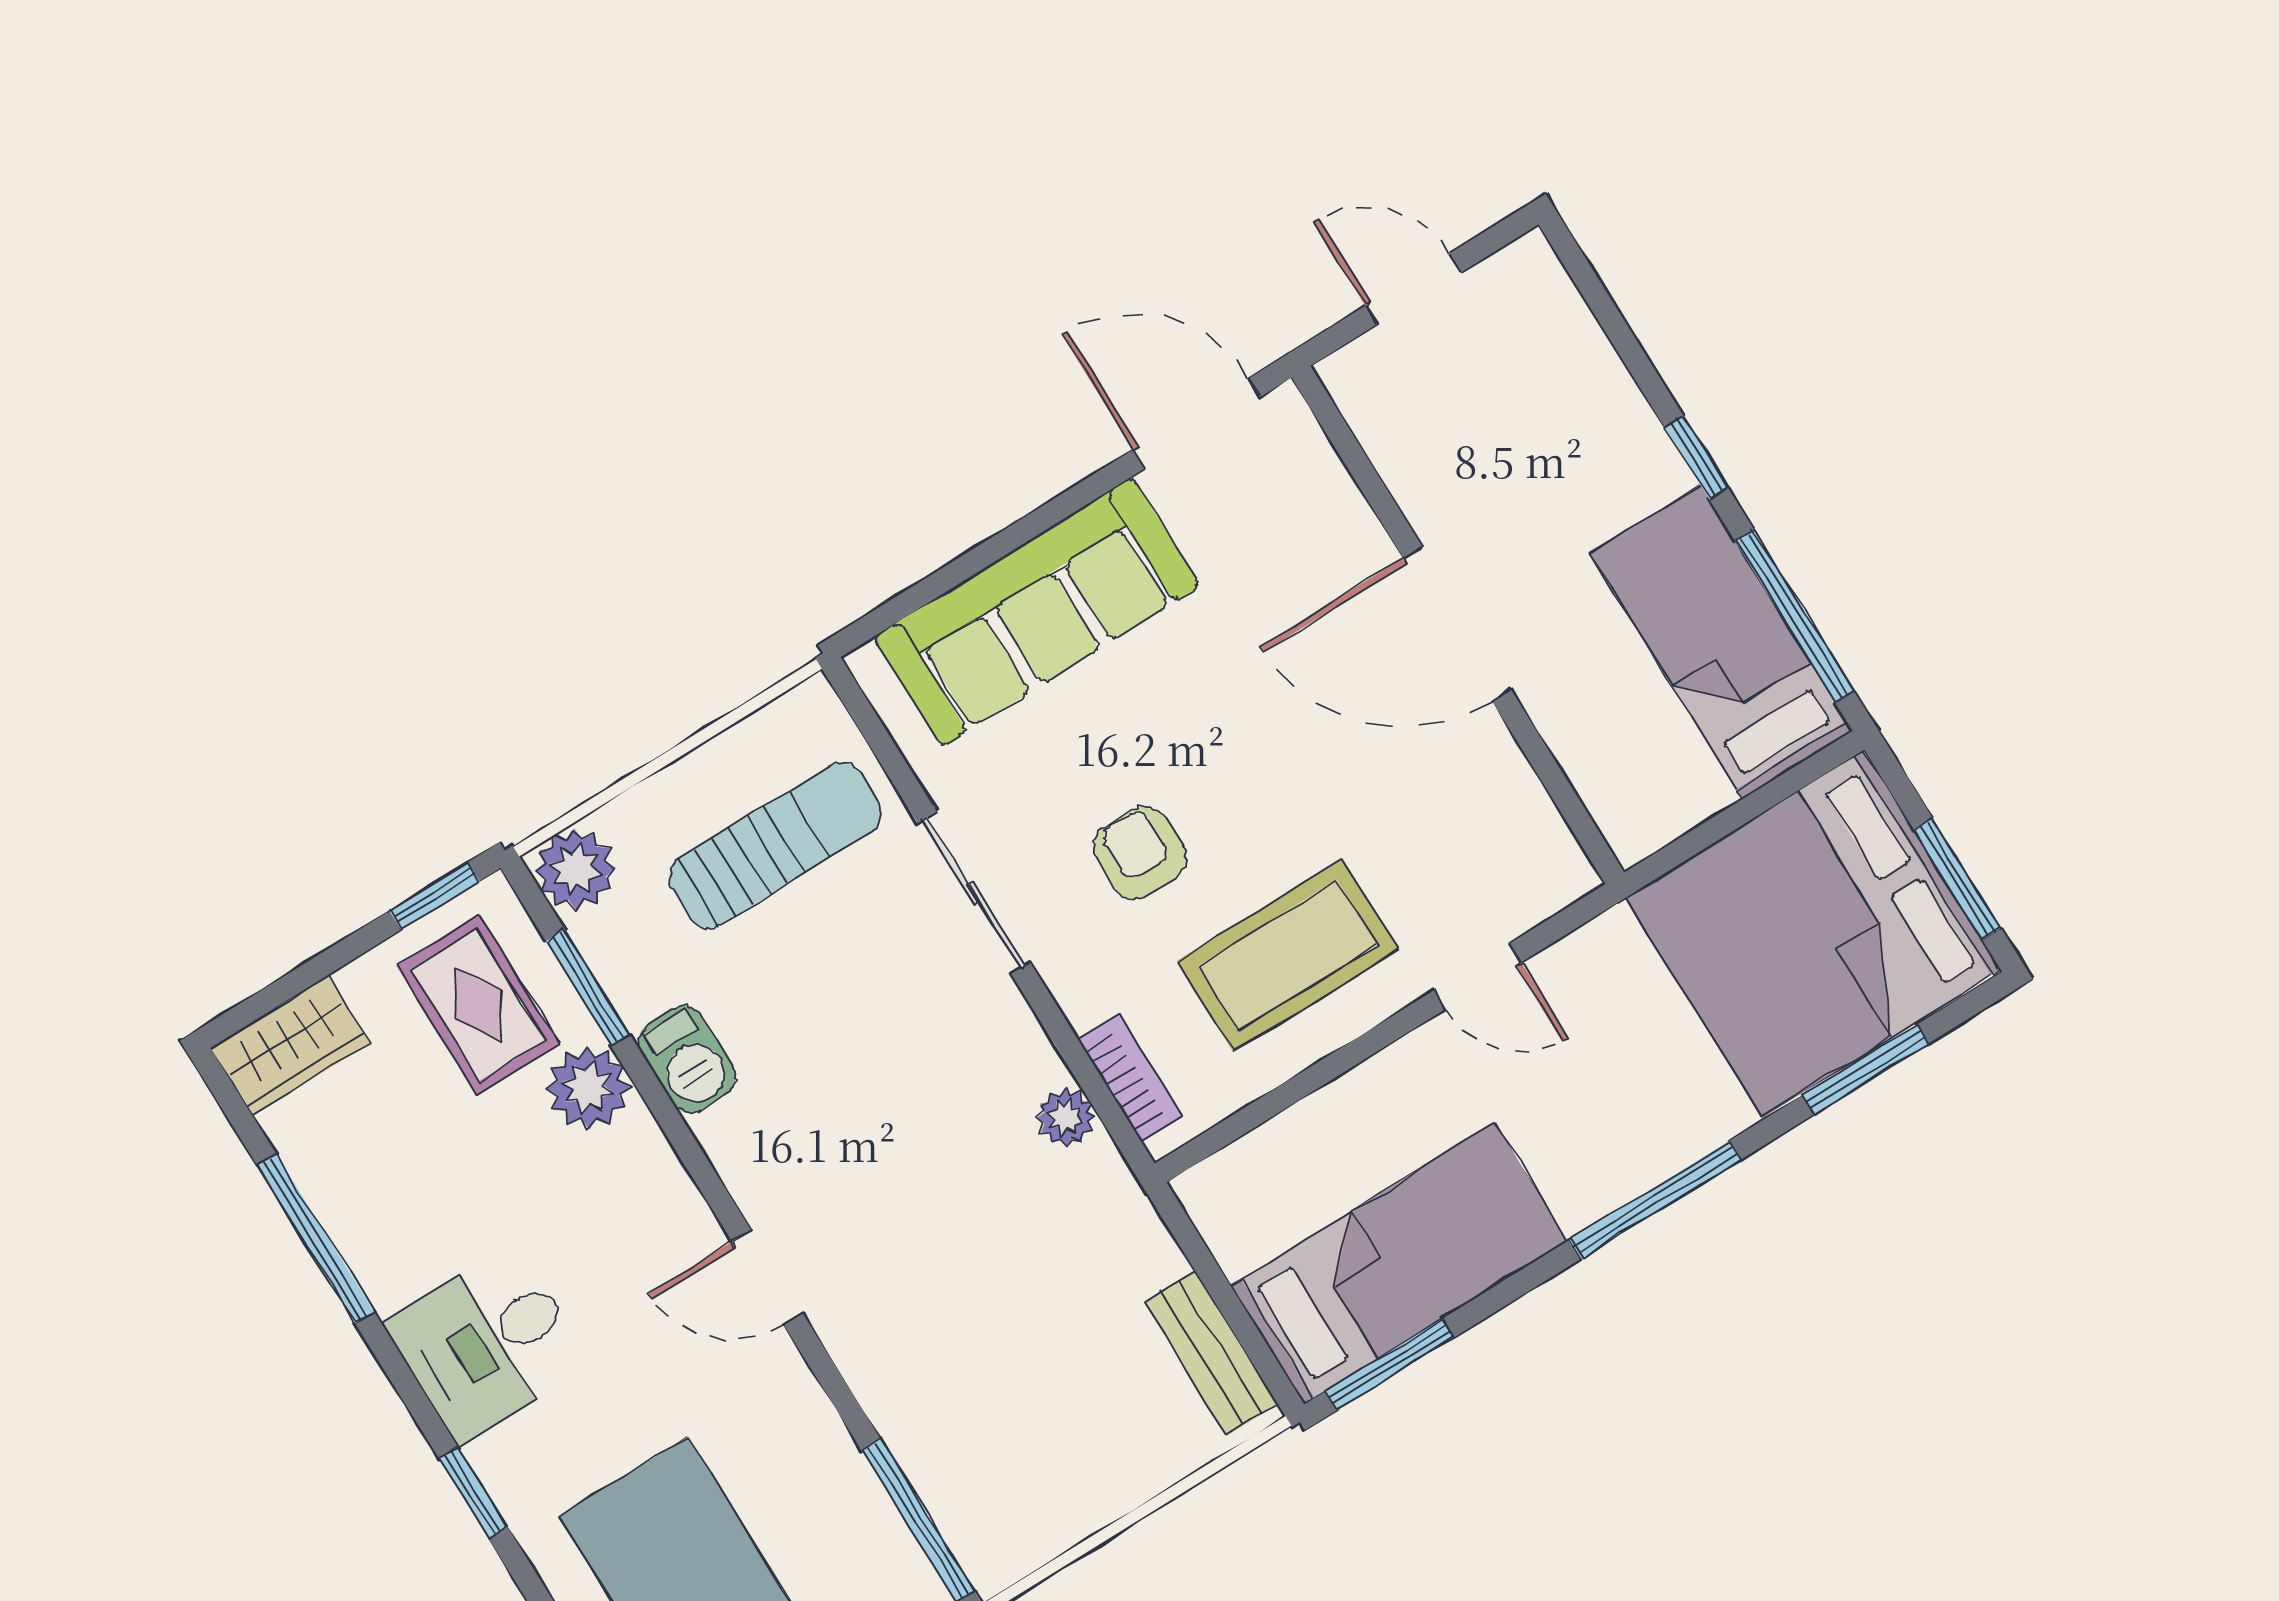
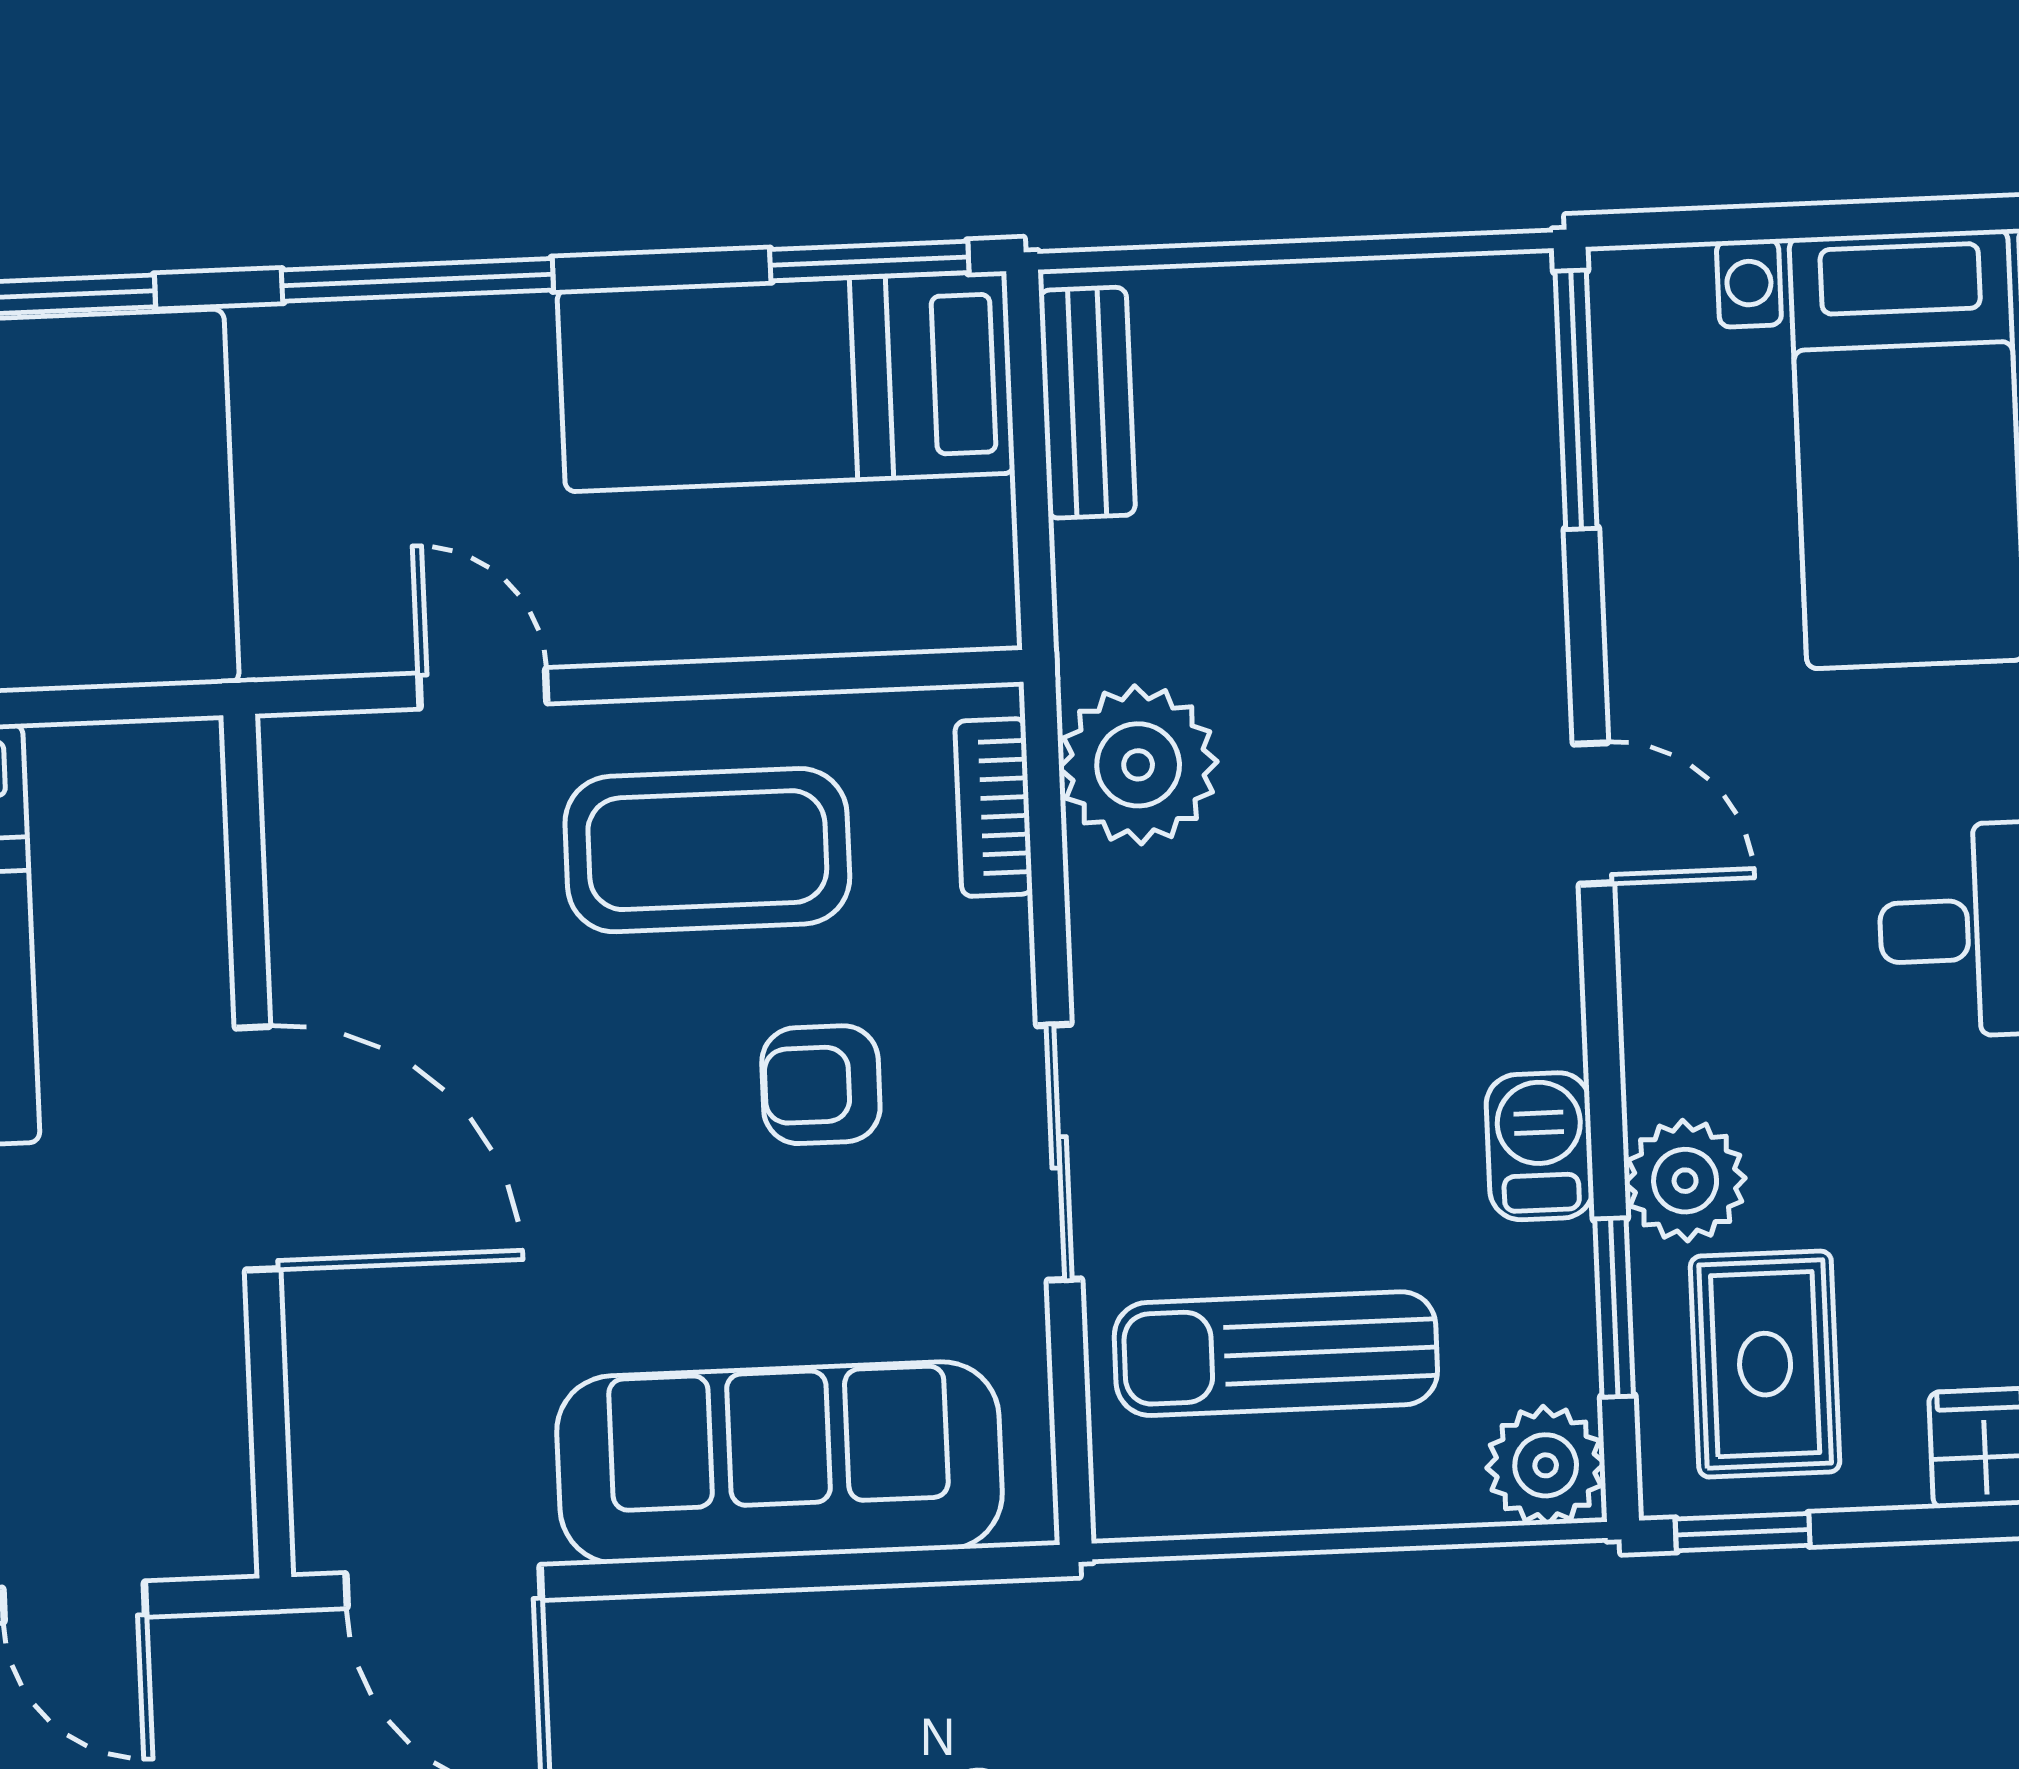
armchair: (1140, 853) -> (821, 1085), turned 90
plant: (1066, 1117) -> (1138, 765), width x1.88, depth x1.88

